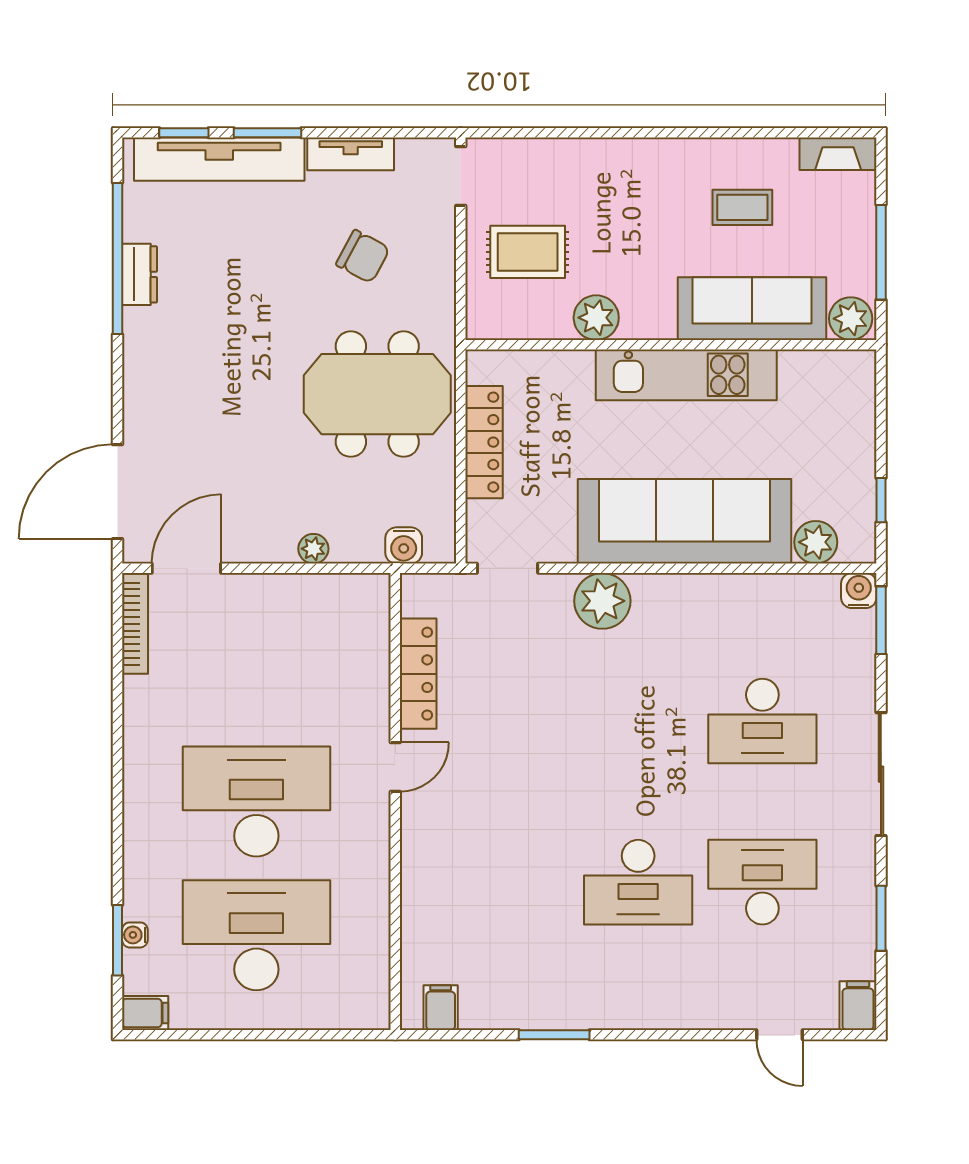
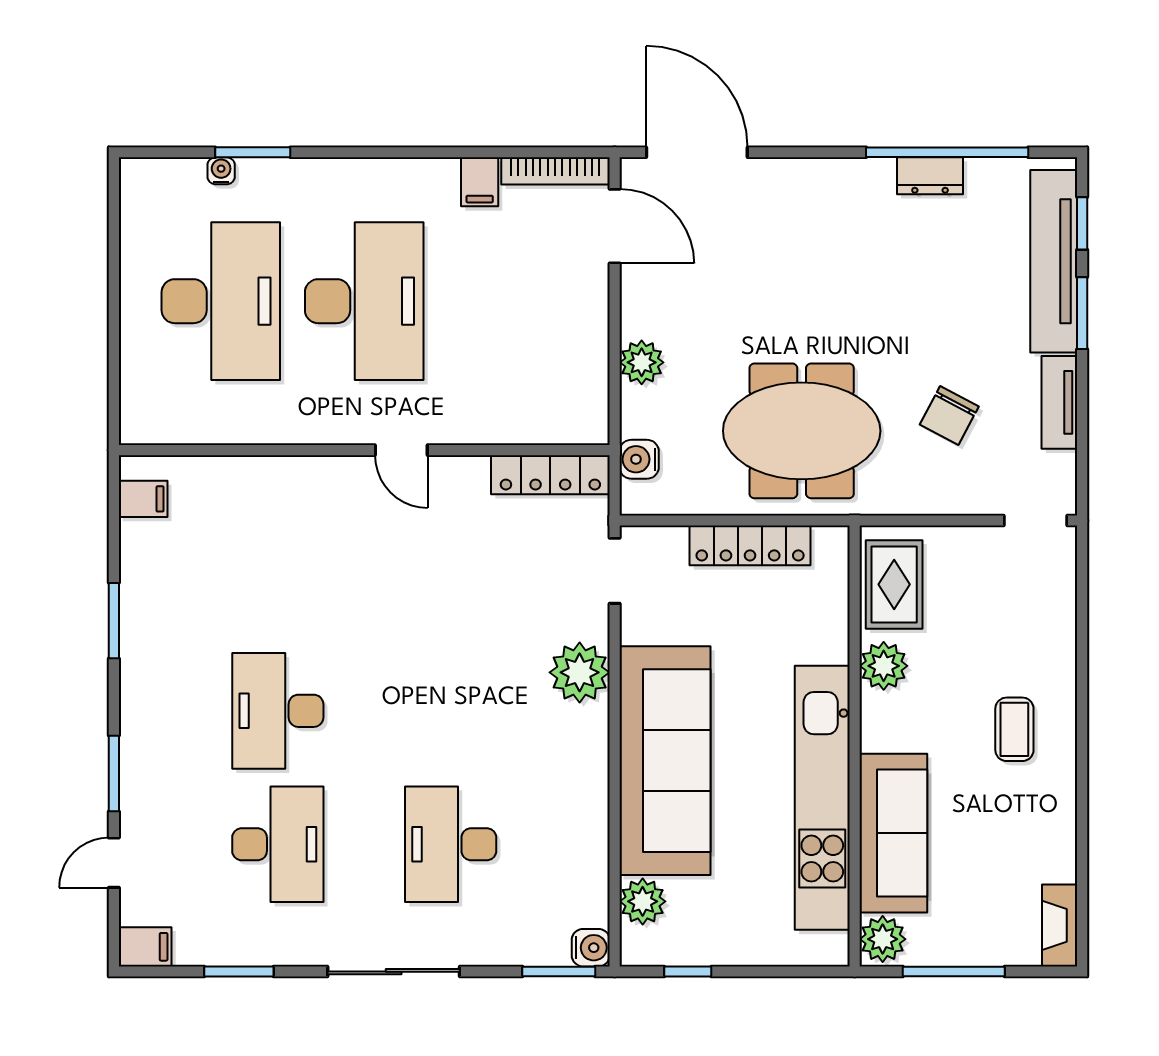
coffee table: (742, 207) -> (1014, 729), moved
rug: (528, 252) -> (894, 584), moved
kitchen unit: (686, 375) -> (822, 798), width x1.36
meeting table: (377, 394) -> (802, 431), turned 90
plant: (313, 549) -> (642, 362), width x1.38, depth x1.38
locker: (418, 674) -> (550, 475), moved
window: (118, 940) -> (253, 152), moved
filing cabinet: (145, 1013) -> (480, 182), moved
window: (696, 1035) -> (114, 773), added

